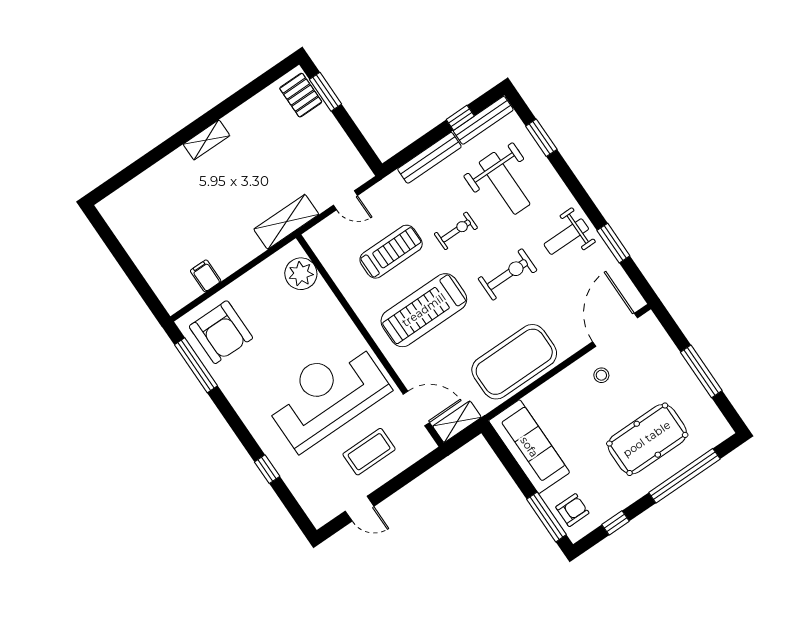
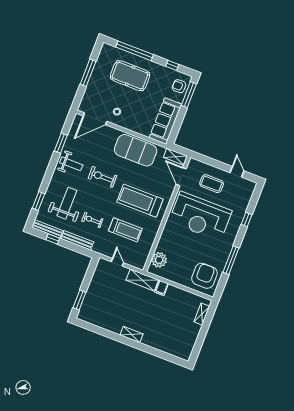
pallet: (301, 95) -> (88, 309), removed
exercise bike: (456, 231) -> (92, 220), moved
treadmill: (391, 252) -> (125, 230), turned 180
filing cabinet: (206, 276) -> (162, 288), moved
shelving: (159, 283) -> (202, 314), added
treadmill: (424, 310) -> (140, 201), turned 180
window: (196, 365) -> (231, 260), moved

